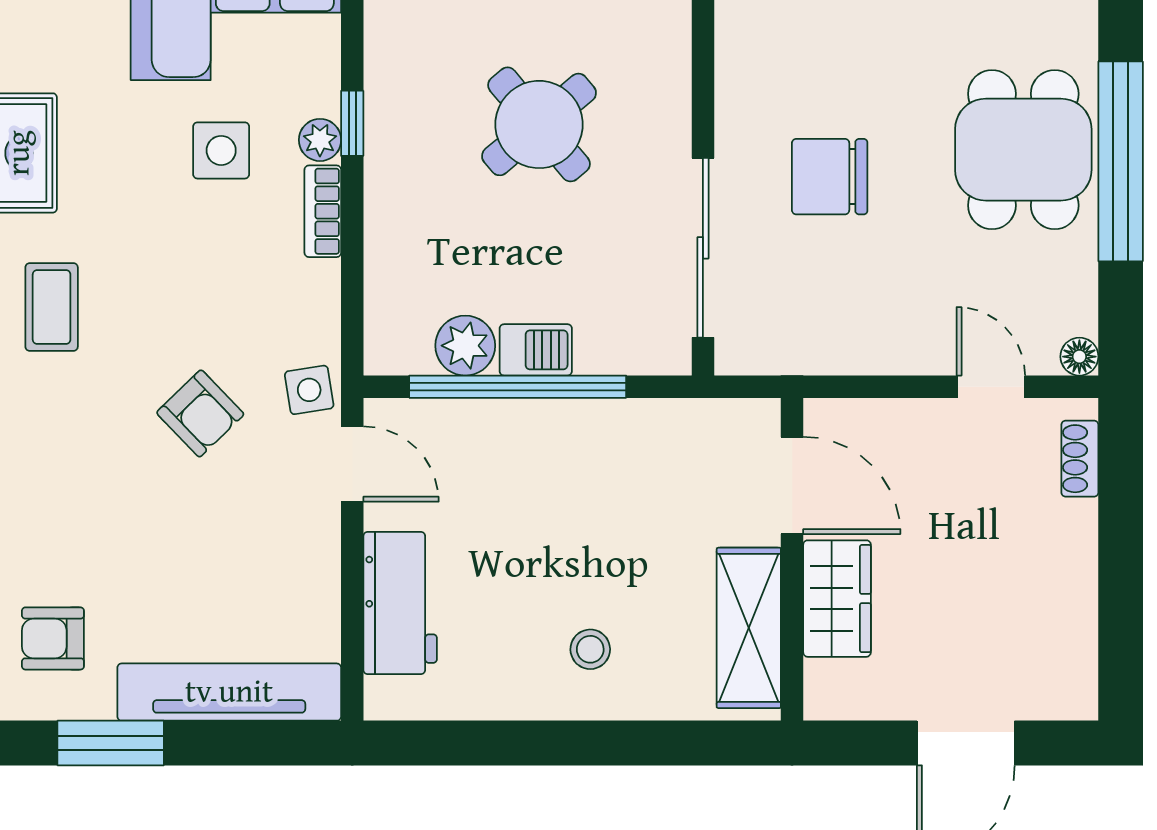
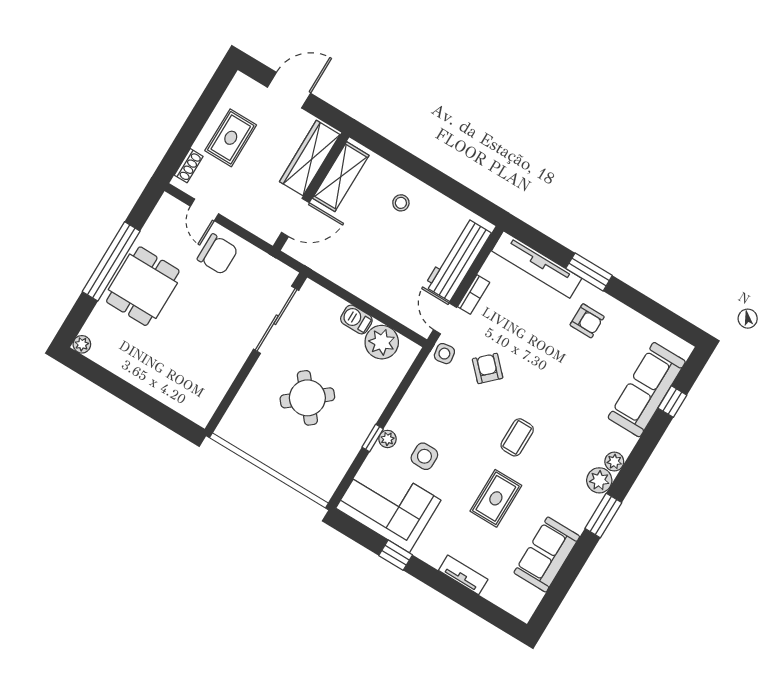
chair: (830, 177) -> (218, 254), moved
bookcase: (323, 211) -> (474, 295), moved
plant: (465, 346) -> (382, 342), width x1.36, depth x1.36
floor lamp: (1079, 357) -> (167, 202), removed
window: (518, 387) -> (371, 310), removed
door: (792, 485) -> (295, 217), swing flipped
rug: (1027, 570) -> (231, 138), added
wardrobe: (837, 599) -> (310, 158), width x1.50
workbench: (400, 603) -> (458, 259), width x1.38

